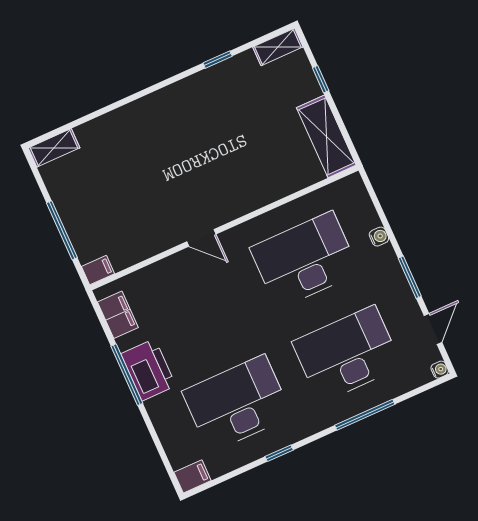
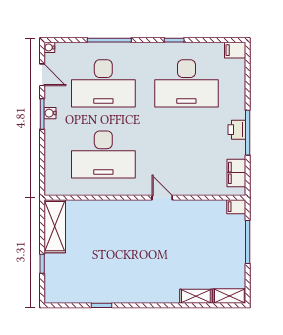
shelving: (278, 47) -> (196, 296), moved
water cooler: (379, 237) -> (50, 113), moved
door: (433, 329) -> (42, 75), swing flipped
printer: (148, 370) -> (237, 130), width x0.53, depth x0.68

